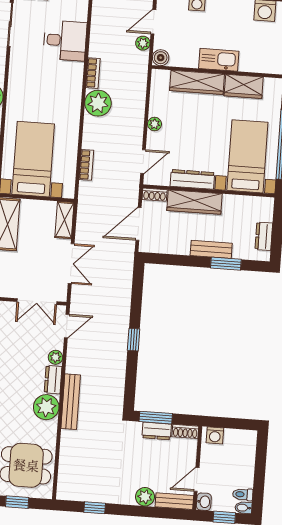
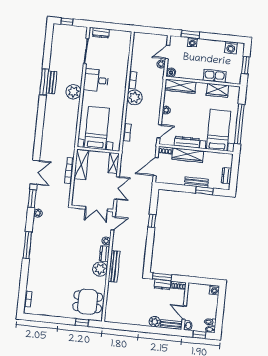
desk: (65, 40) -> (96, 80), moved, turned 180
kitchen sink: (219, 60) -> (215, 76), moved
wardrobe: (197, 82) -> (180, 86), moved
window: (134, 340) -> (152, 221), moved
washing machine: (215, 435) -> (214, 290), moved
door: (197, 479) -> (184, 313), hinge flipped
window: (95, 508) -> (126, 327), removed

